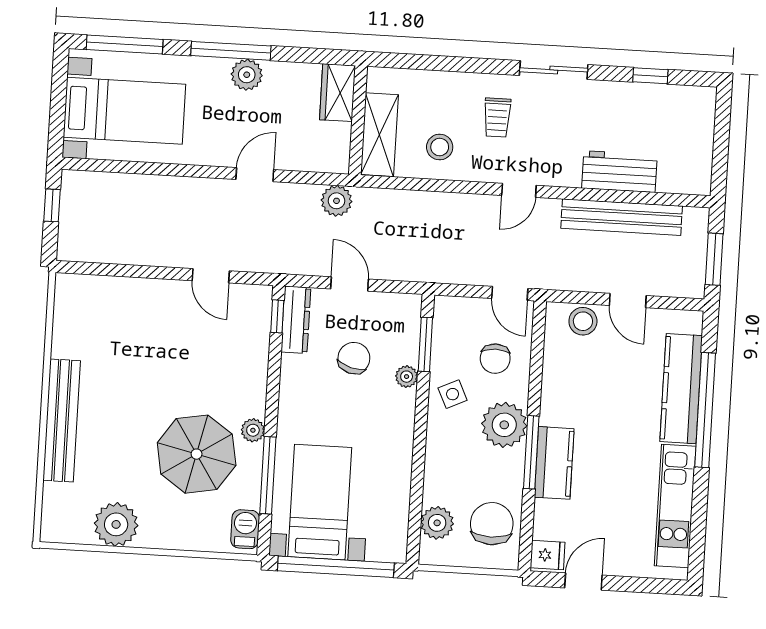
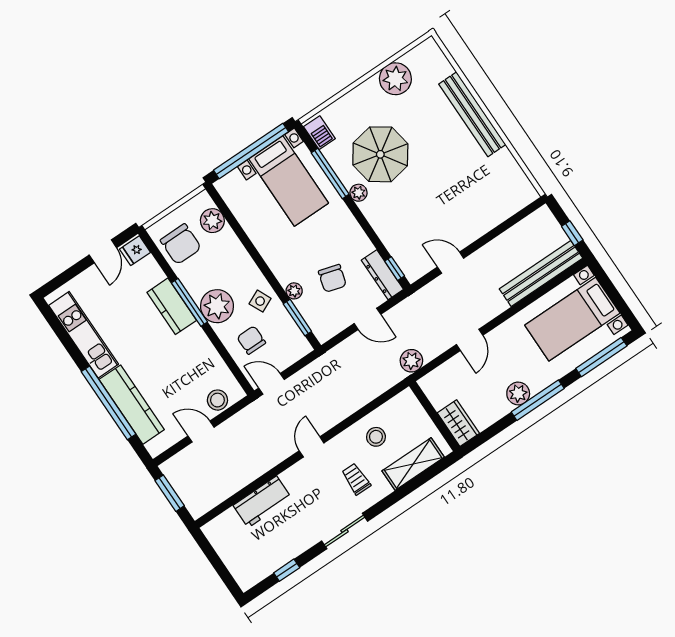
shelving: (379, 135) -> (413, 464), moved, turned 90
bench: (622, 217) -> (541, 274), moved

